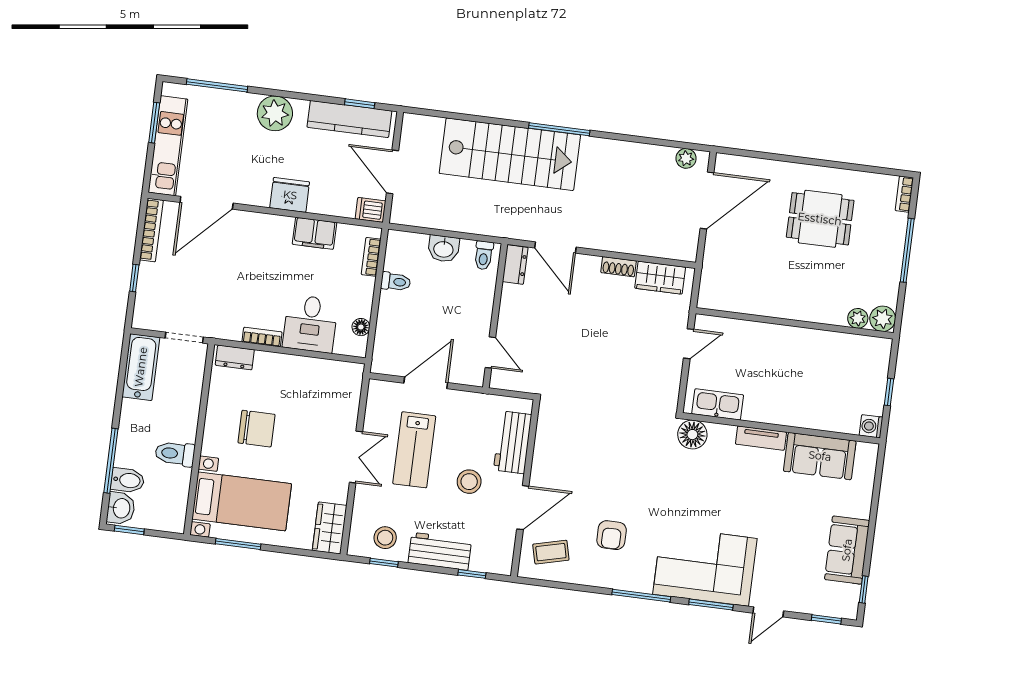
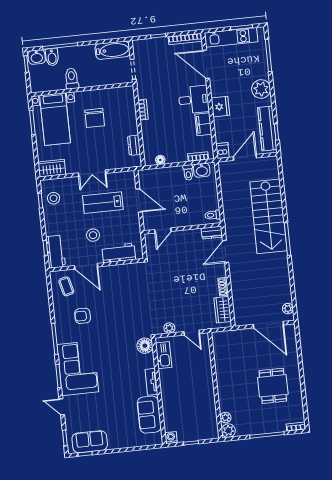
washbasin: (444, 249) -> (202, 170), moved, turned -90
desk: (310, 324) -> (194, 100), moved, turned 180
dresser: (235, 357) -> (134, 145), moved
plant: (671, 382) -> (169, 328), added
sofa: (847, 550) -> (90, 442), moved
workbench: (440, 551) -> (56, 252), moved

